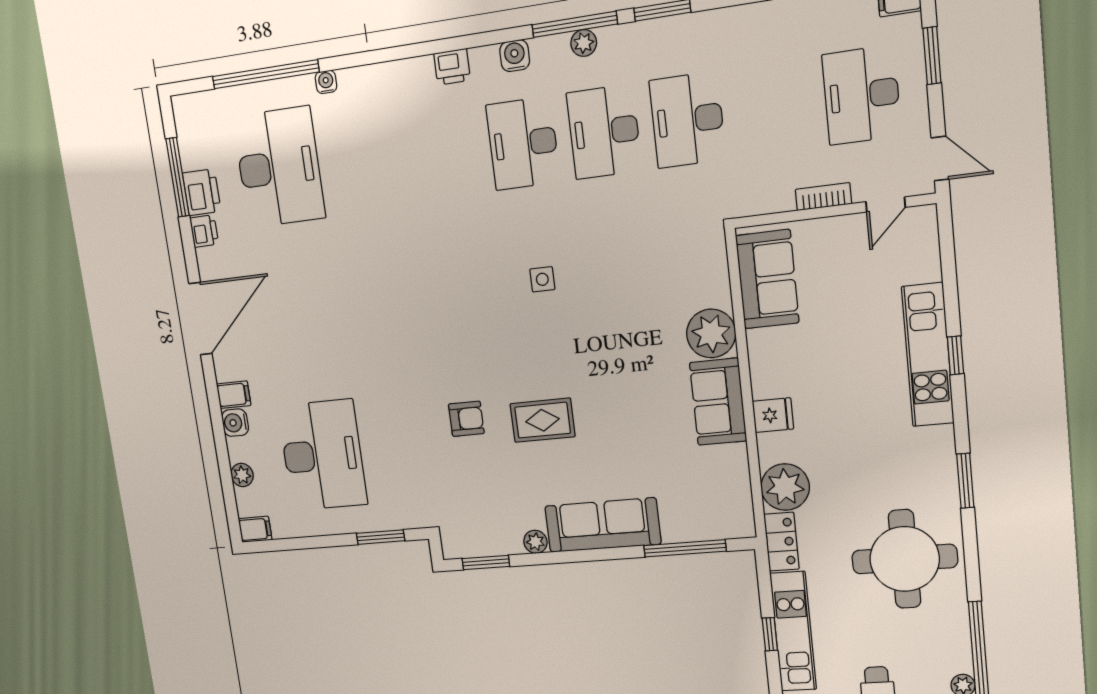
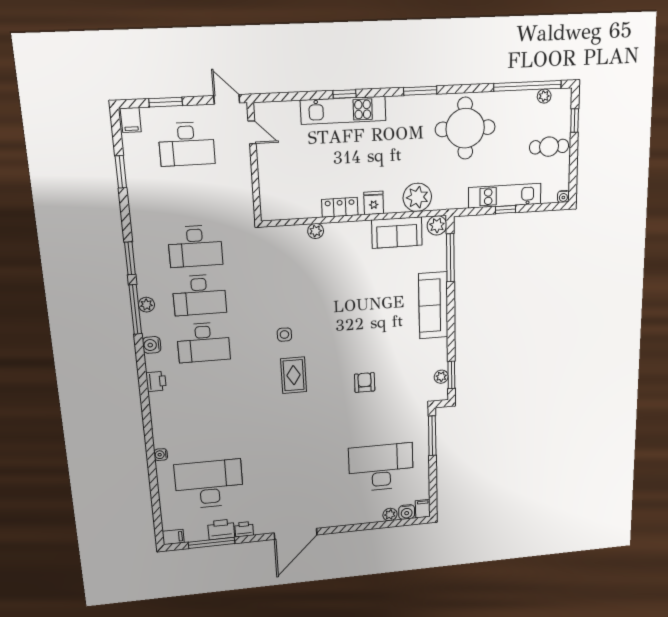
window: (266, 74) -> (154, 489), removed
door: (940, 159) -> (227, 99), hinge flipped
bookcase: (823, 197) -> (245, 169), removed
sofa: (767, 279) -> (292, 203), removed
door: (200, 319) -> (296, 534), swing flipped
plant: (711, 333) -> (316, 231), width x0.53, depth x0.53
filing cabinet: (234, 395) -> (173, 537), moved, turned 90
sofa: (718, 402) -> (397, 233), moved
rug: (543, 420) -> (294, 375), moved
water cooler: (235, 423) -> (407, 512), moved
plant: (739, 523) -> (437, 225), added
window: (381, 537) -> (432, 436), width x1.44
plant: (535, 542) -> (441, 377), moved
locker: (781, 542) -> (340, 207), moved

